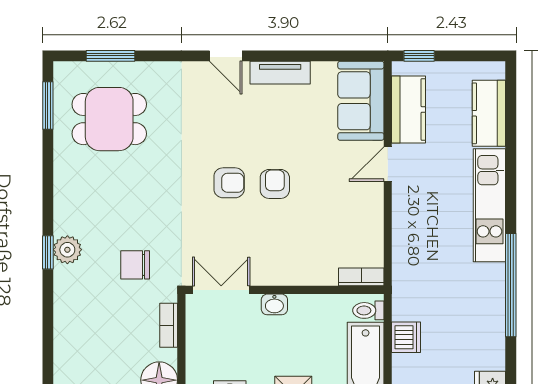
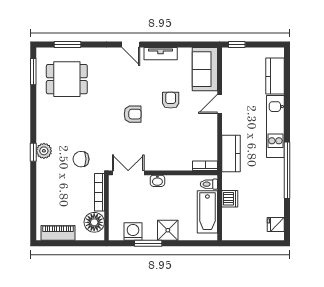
kitchen counter: (408, 109) -> (231, 154), moved
armchair: (275, 184) -> (171, 100), moved
bookcase: (169, 325) -> (99, 192), width x1.56

